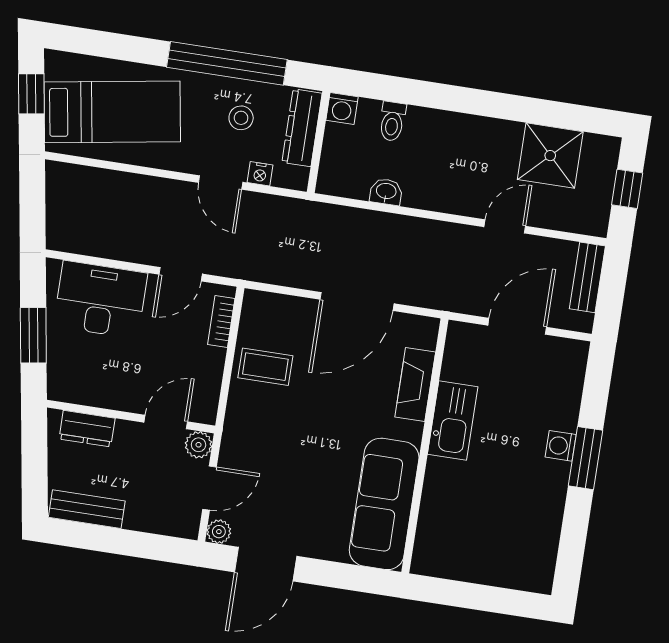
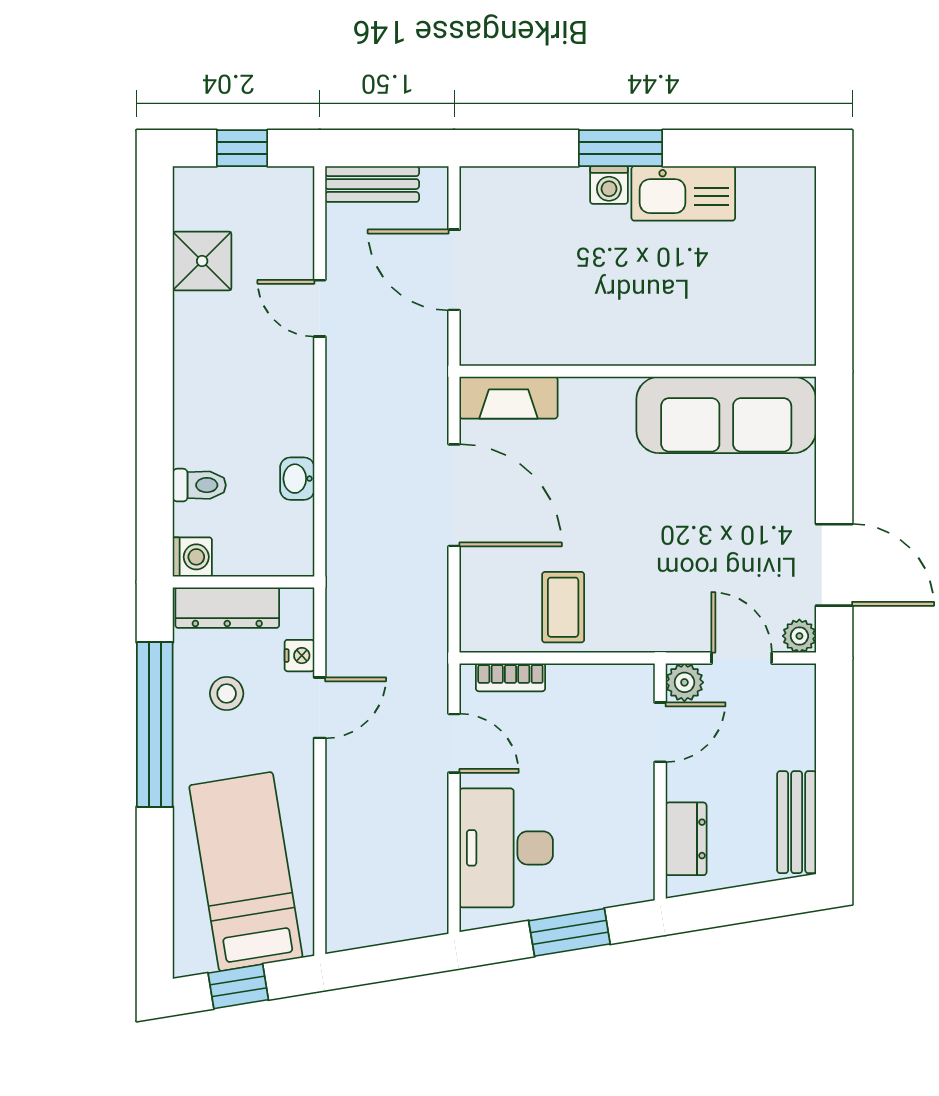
shower: (550, 156) -> (202, 261), width x0.73, depth x0.73
fireplace: (415, 385) -> (509, 398), moved
kitchen sink: (453, 420) -> (683, 193), moved, turned 180
door: (166, 422) -> (660, 732), swing flipped

